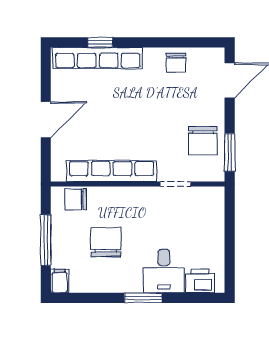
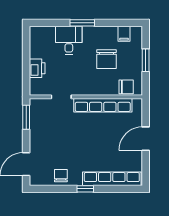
window: (100, 42) -> (85, 189), moved
chair: (203, 141) -> (44, 125), removed
window: (46, 240) -> (146, 60), width x0.69
filing cabinet: (60, 281) -> (124, 34), moved
printer: (200, 281) -> (37, 68), moved, turned -90

